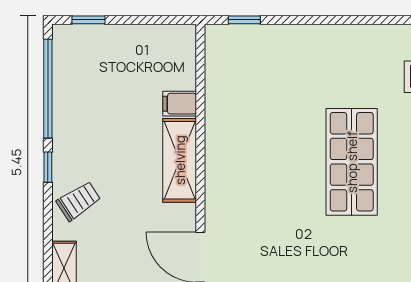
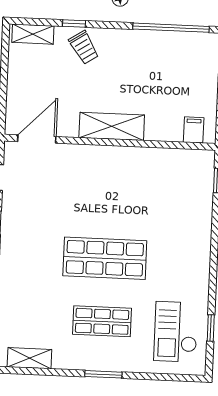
filing cabinet: (180, 104) -> (194, 130), moved
window: (48, 167) -> (74, 23), moved

